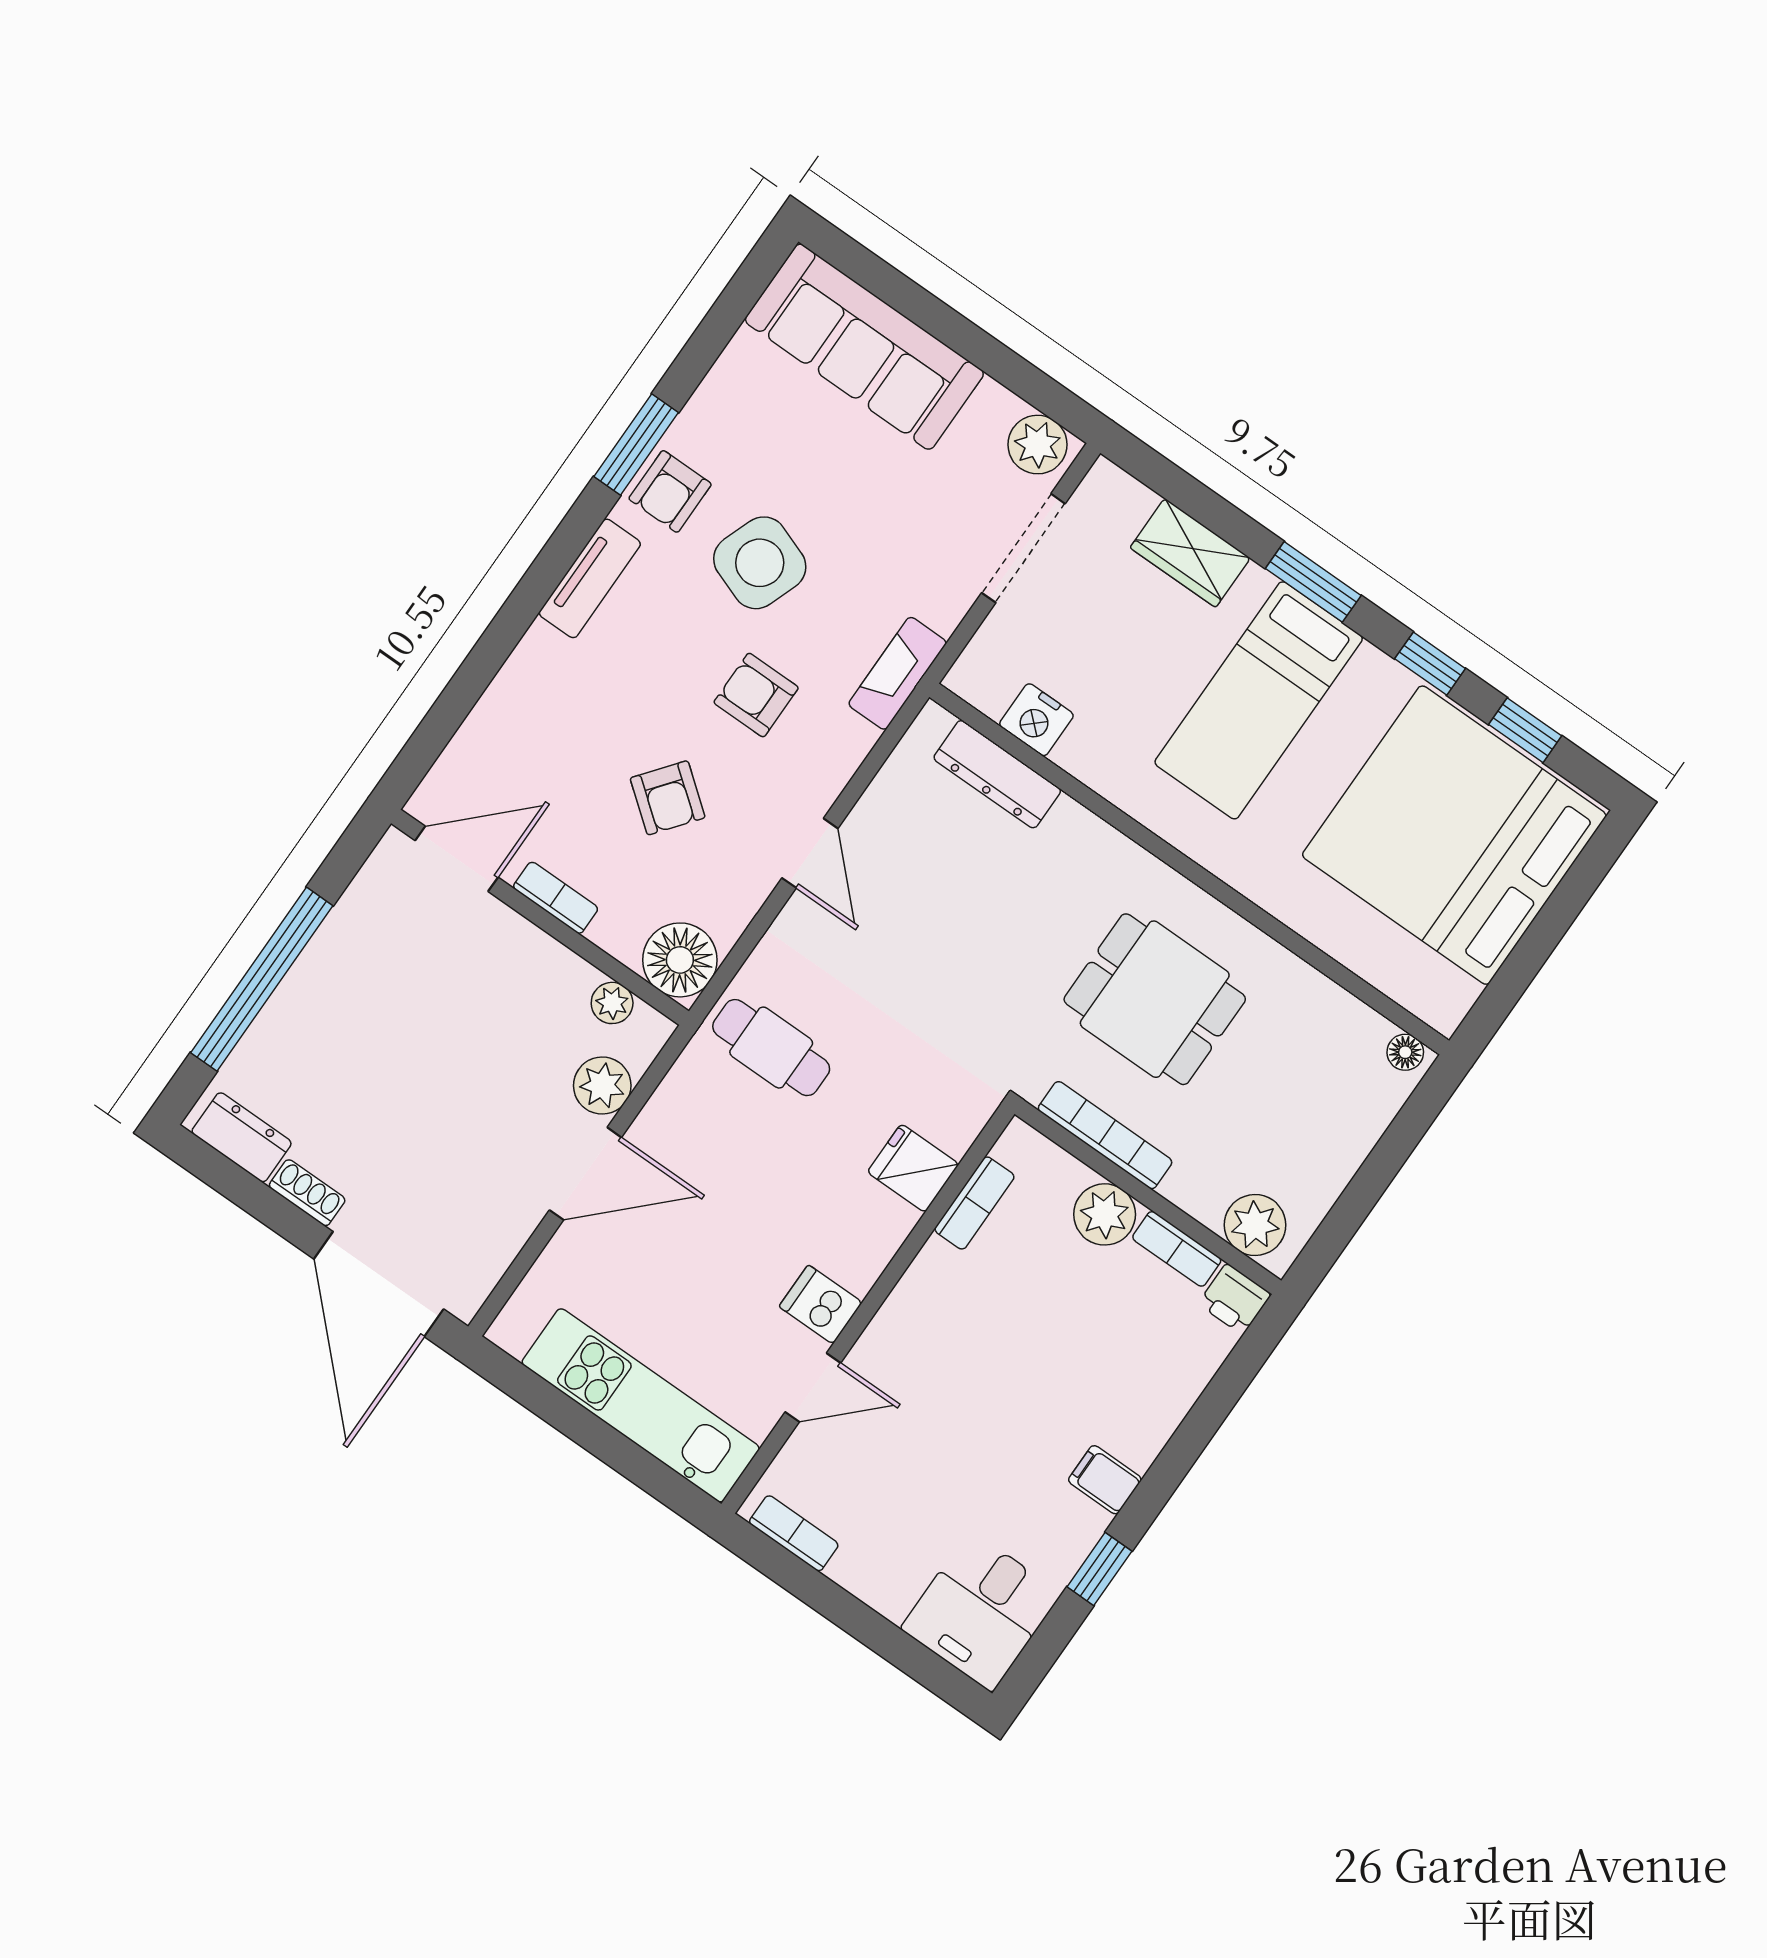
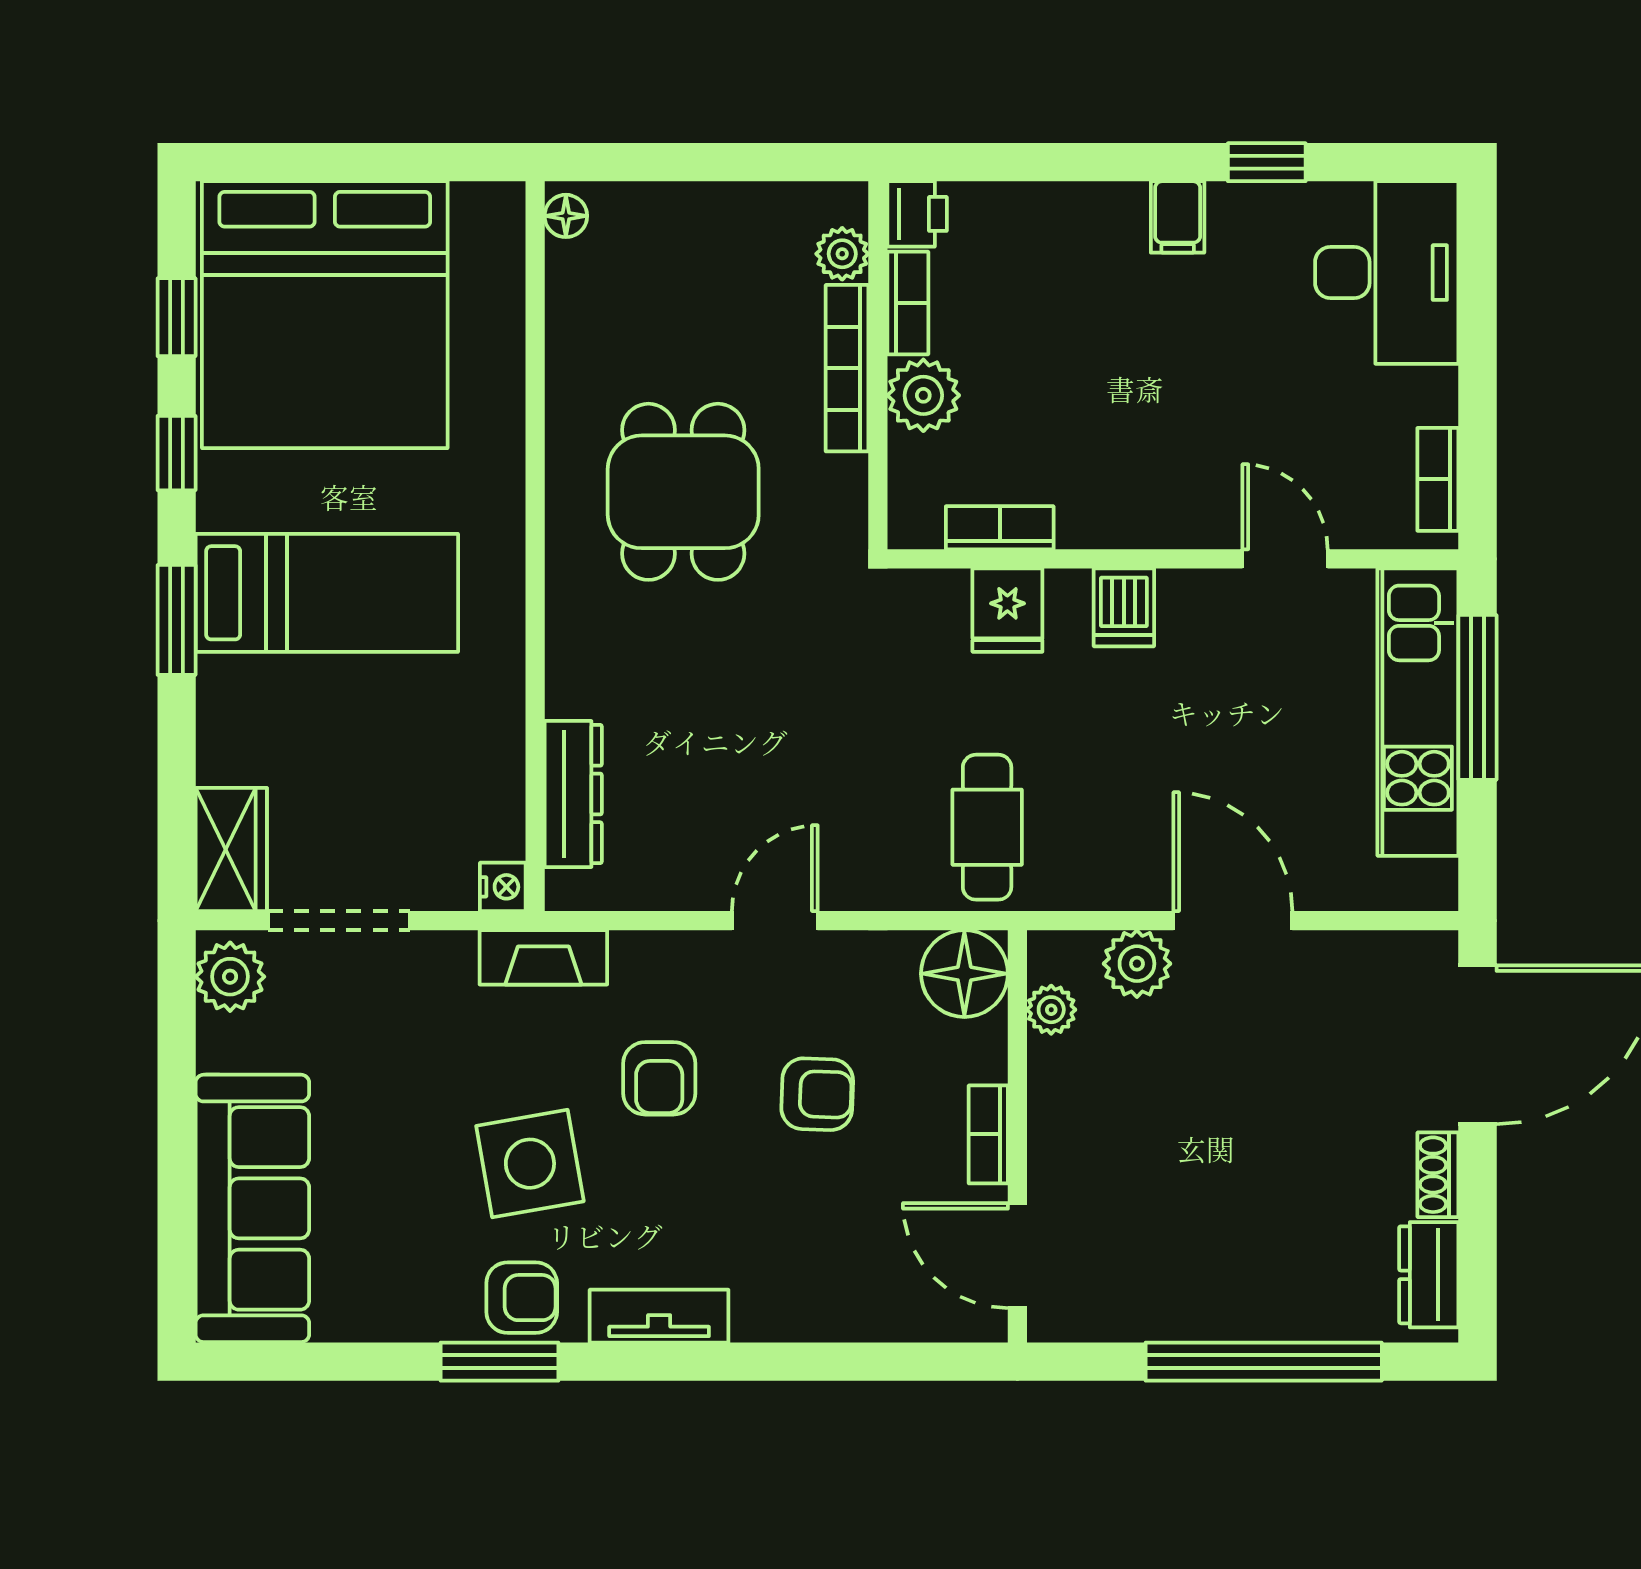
wardrobe: (1190, 553) -> (231, 850), moved
side table: (760, 563) -> (530, 1164), turned -30
nightstand: (1036, 720) -> (503, 887), moved, width x0.72, depth x0.74
armchair: (668, 798) -> (817, 1094), turned 54
bookcase: (1105, 1135) -> (847, 368), moved
plant: (1255, 1225) -> (842, 254), width x0.73, depth x0.73
dishwasher: (821, 1304) -> (1124, 607), moved
window: (622, 1454) -> (1478, 697), added
desk: (981, 1611) -> (1387, 273), width x1.37

